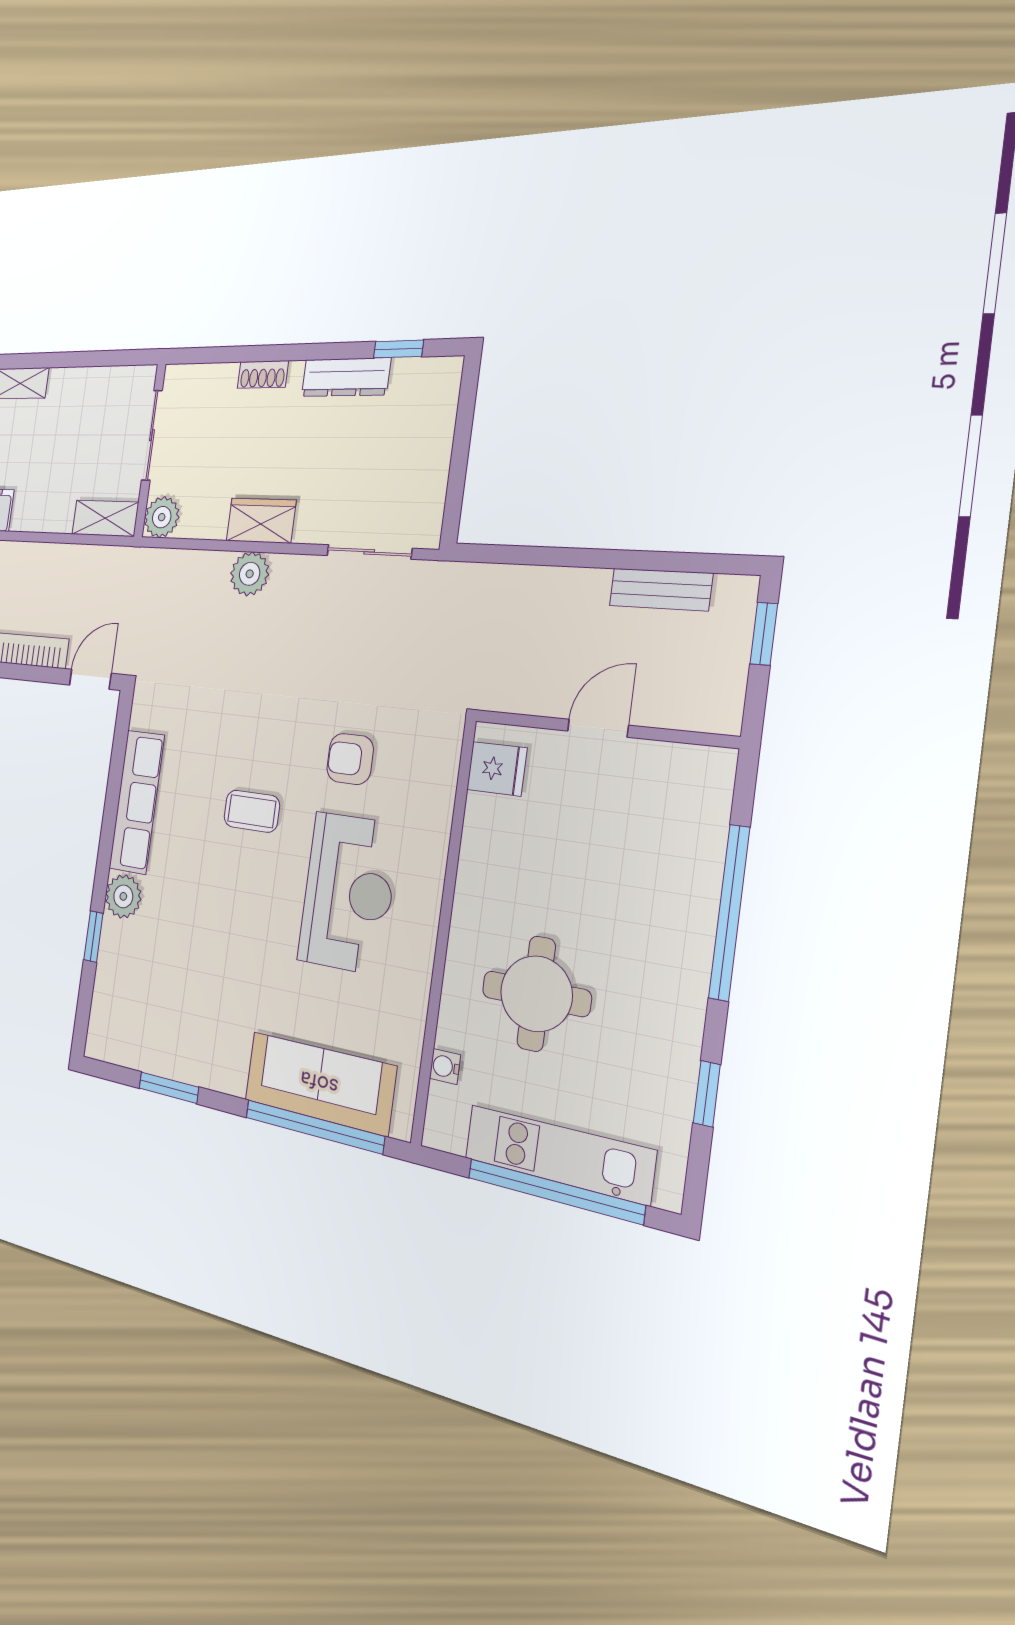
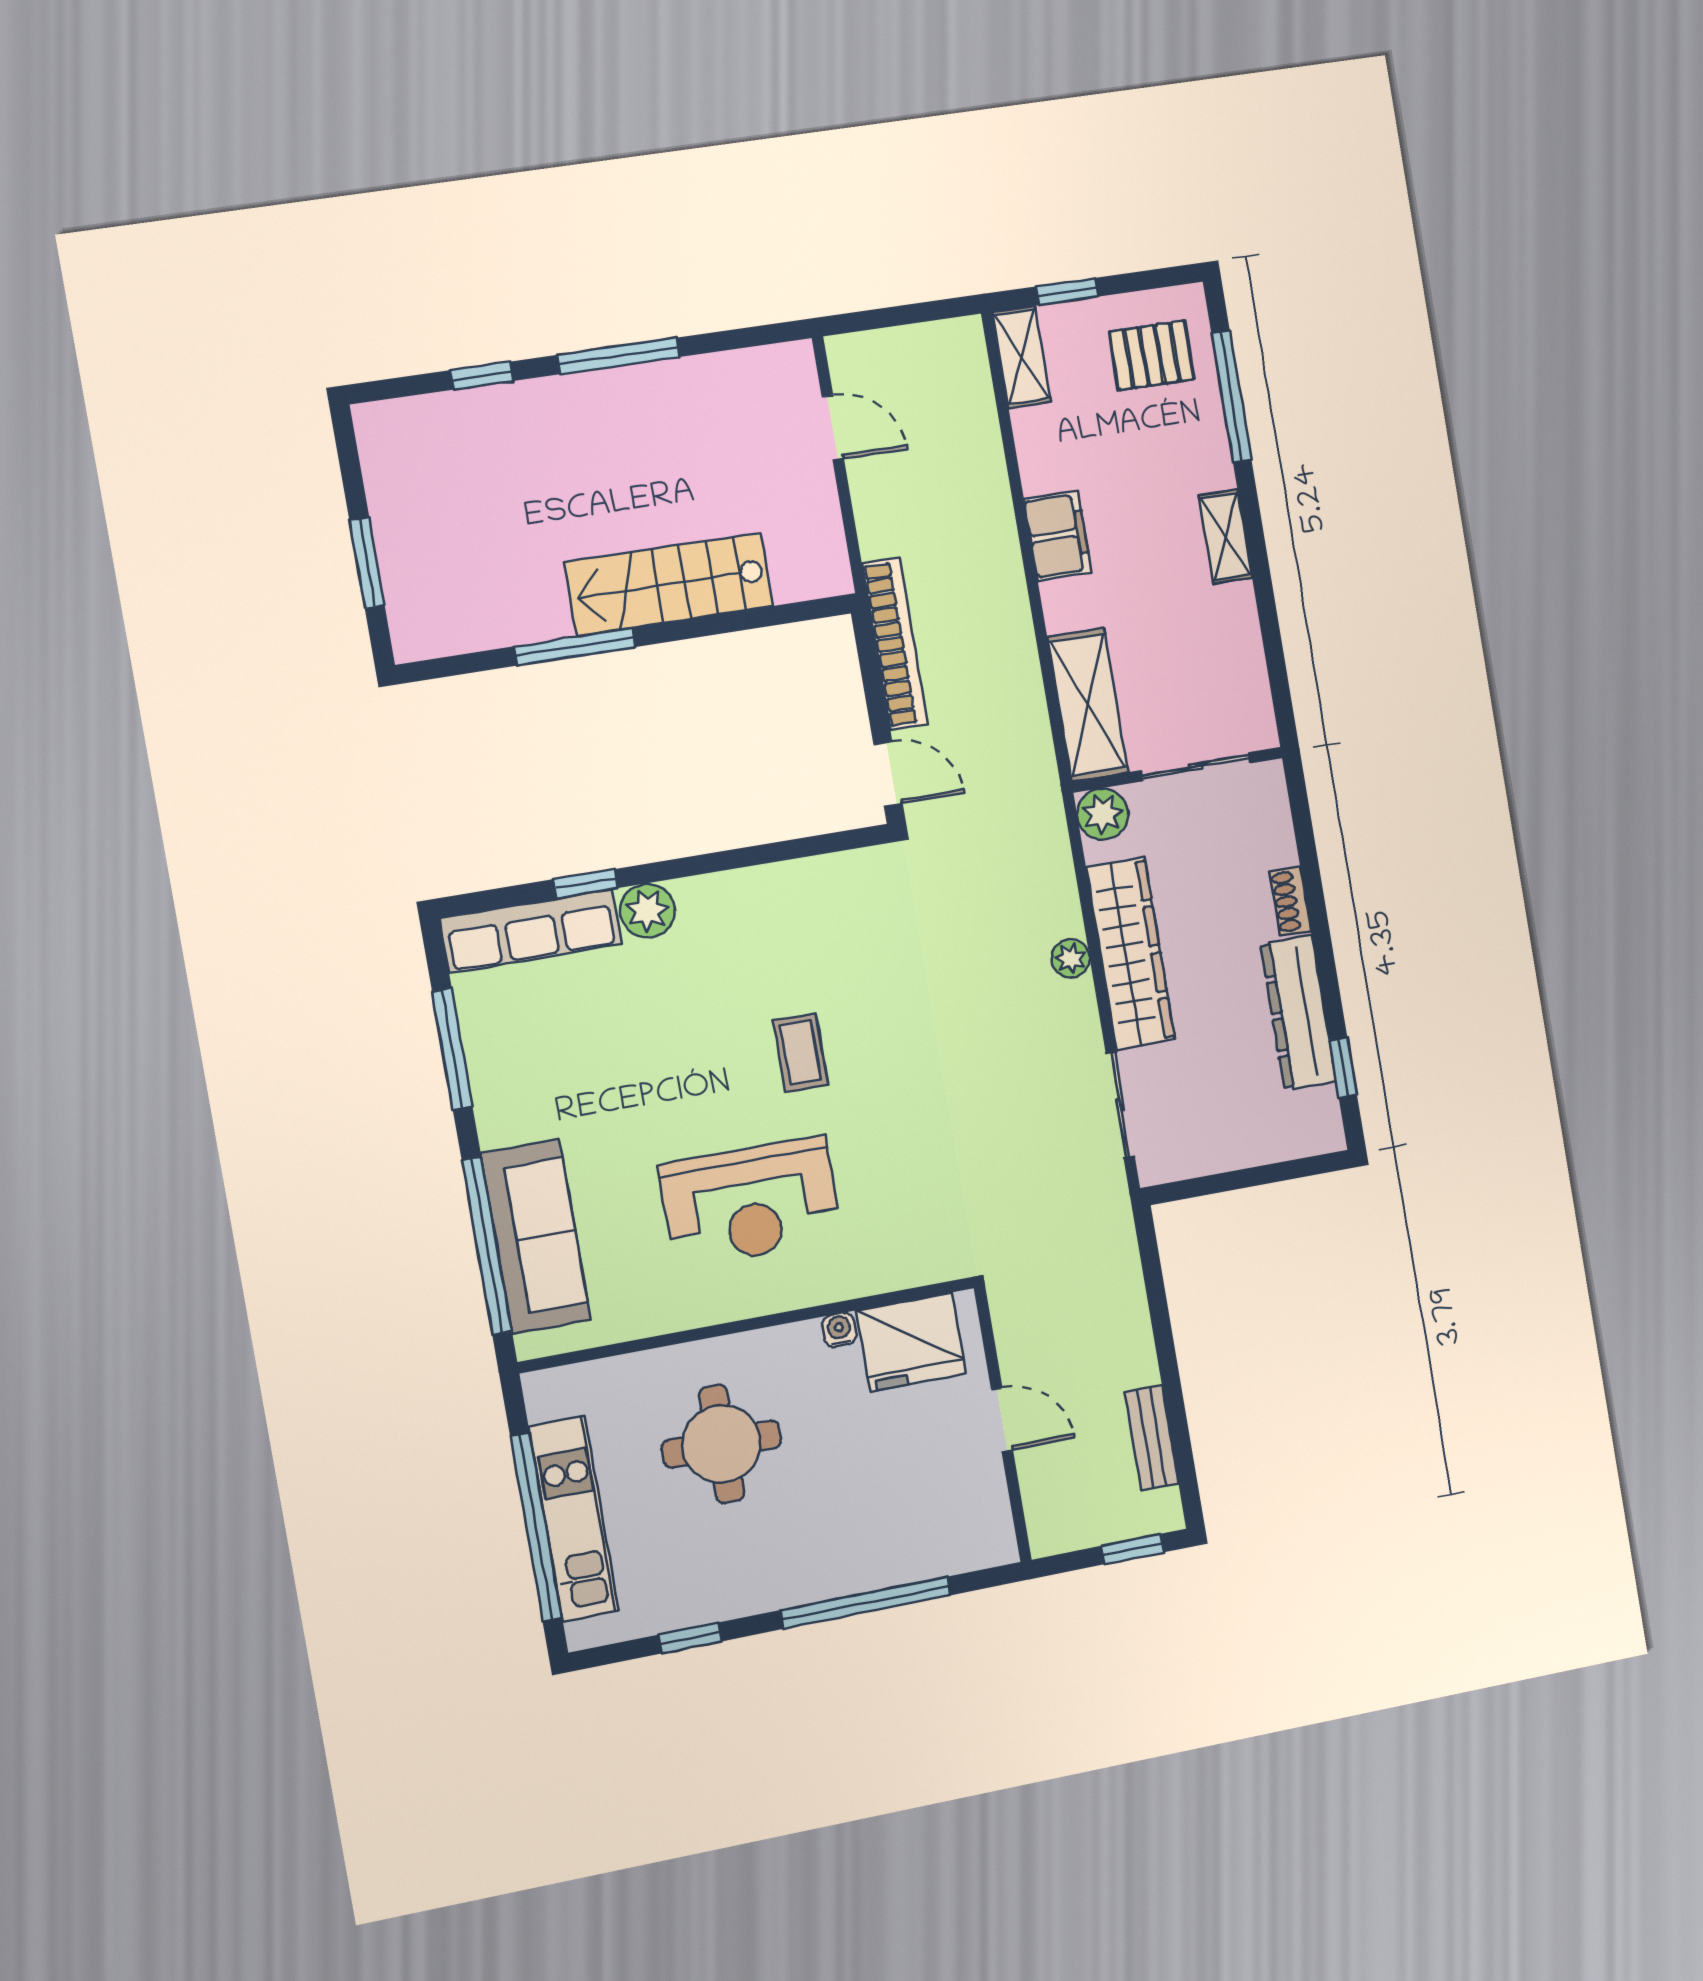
dresser: (346, 377) -> (1298, 1013), width x1.37, depth x1.24
shelving: (105, 518) -> (1088, 705), width x1.50, depth x1.33
wardrobe: (261, 521) -> (1131, 954), width x2.10, depth x1.17
plant: (250, 574) -> (1071, 958), width x0.73, depth x0.73
armchair: (350, 759) -> (894, 1156), removed
fridge: (497, 769) -> (911, 1342), width x1.88, depth x1.34
row of seats: (137, 802) -> (531, 931), moved
water cooler: (445, 1067) -> (839, 1330), moved
window: (169, 1088) -> (452, 1049), width x1.44

